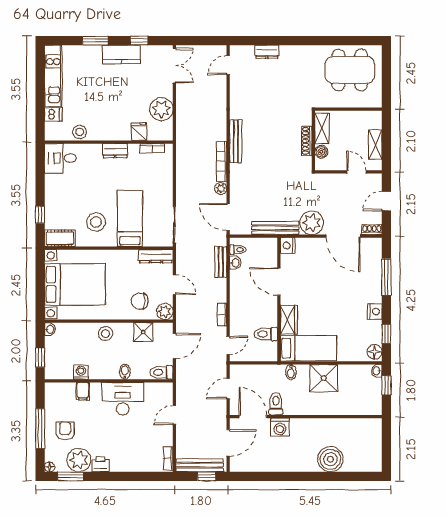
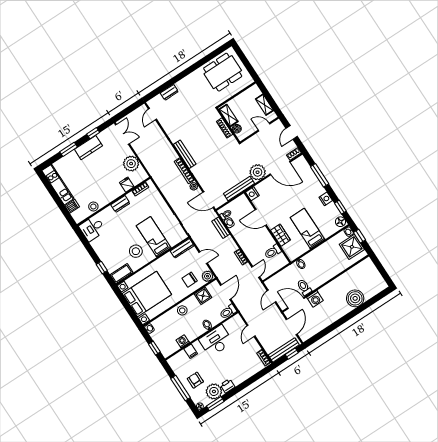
bed: (308, 348) -> (307, 228), moved, turned -90
shower: (324, 378) -> (352, 247), moved

